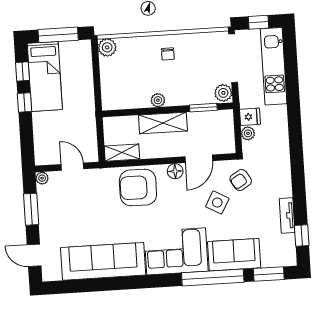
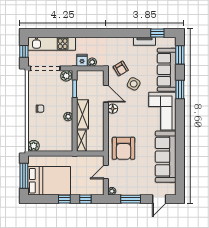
window: (22, 71) -> (85, 199), moved
bed: (45, 76) -> (49, 181), width x1.50
shelving: (122, 153) -> (81, 141), moved
armchair: (138, 187) -> (124, 148), moved
sofa: (234, 255) -> (167, 70), width x1.36
window: (213, 278) -> (180, 90), width x0.47

